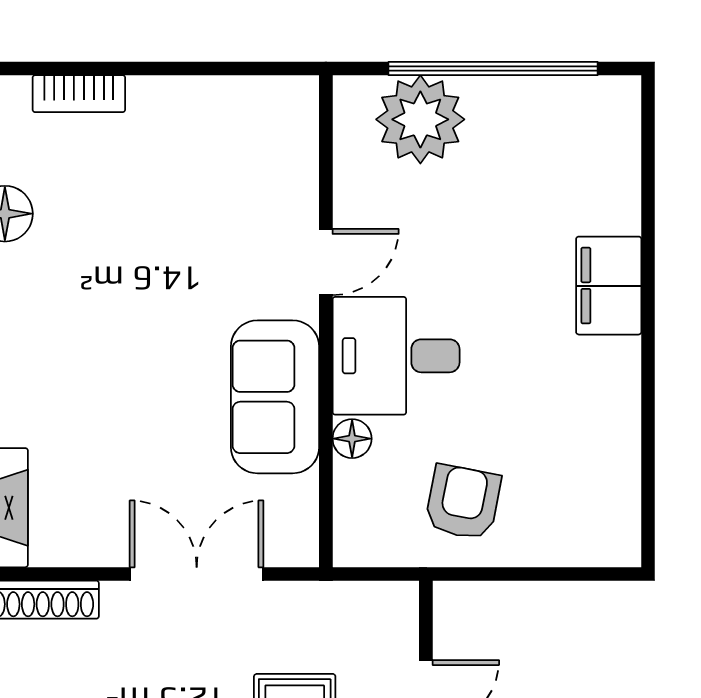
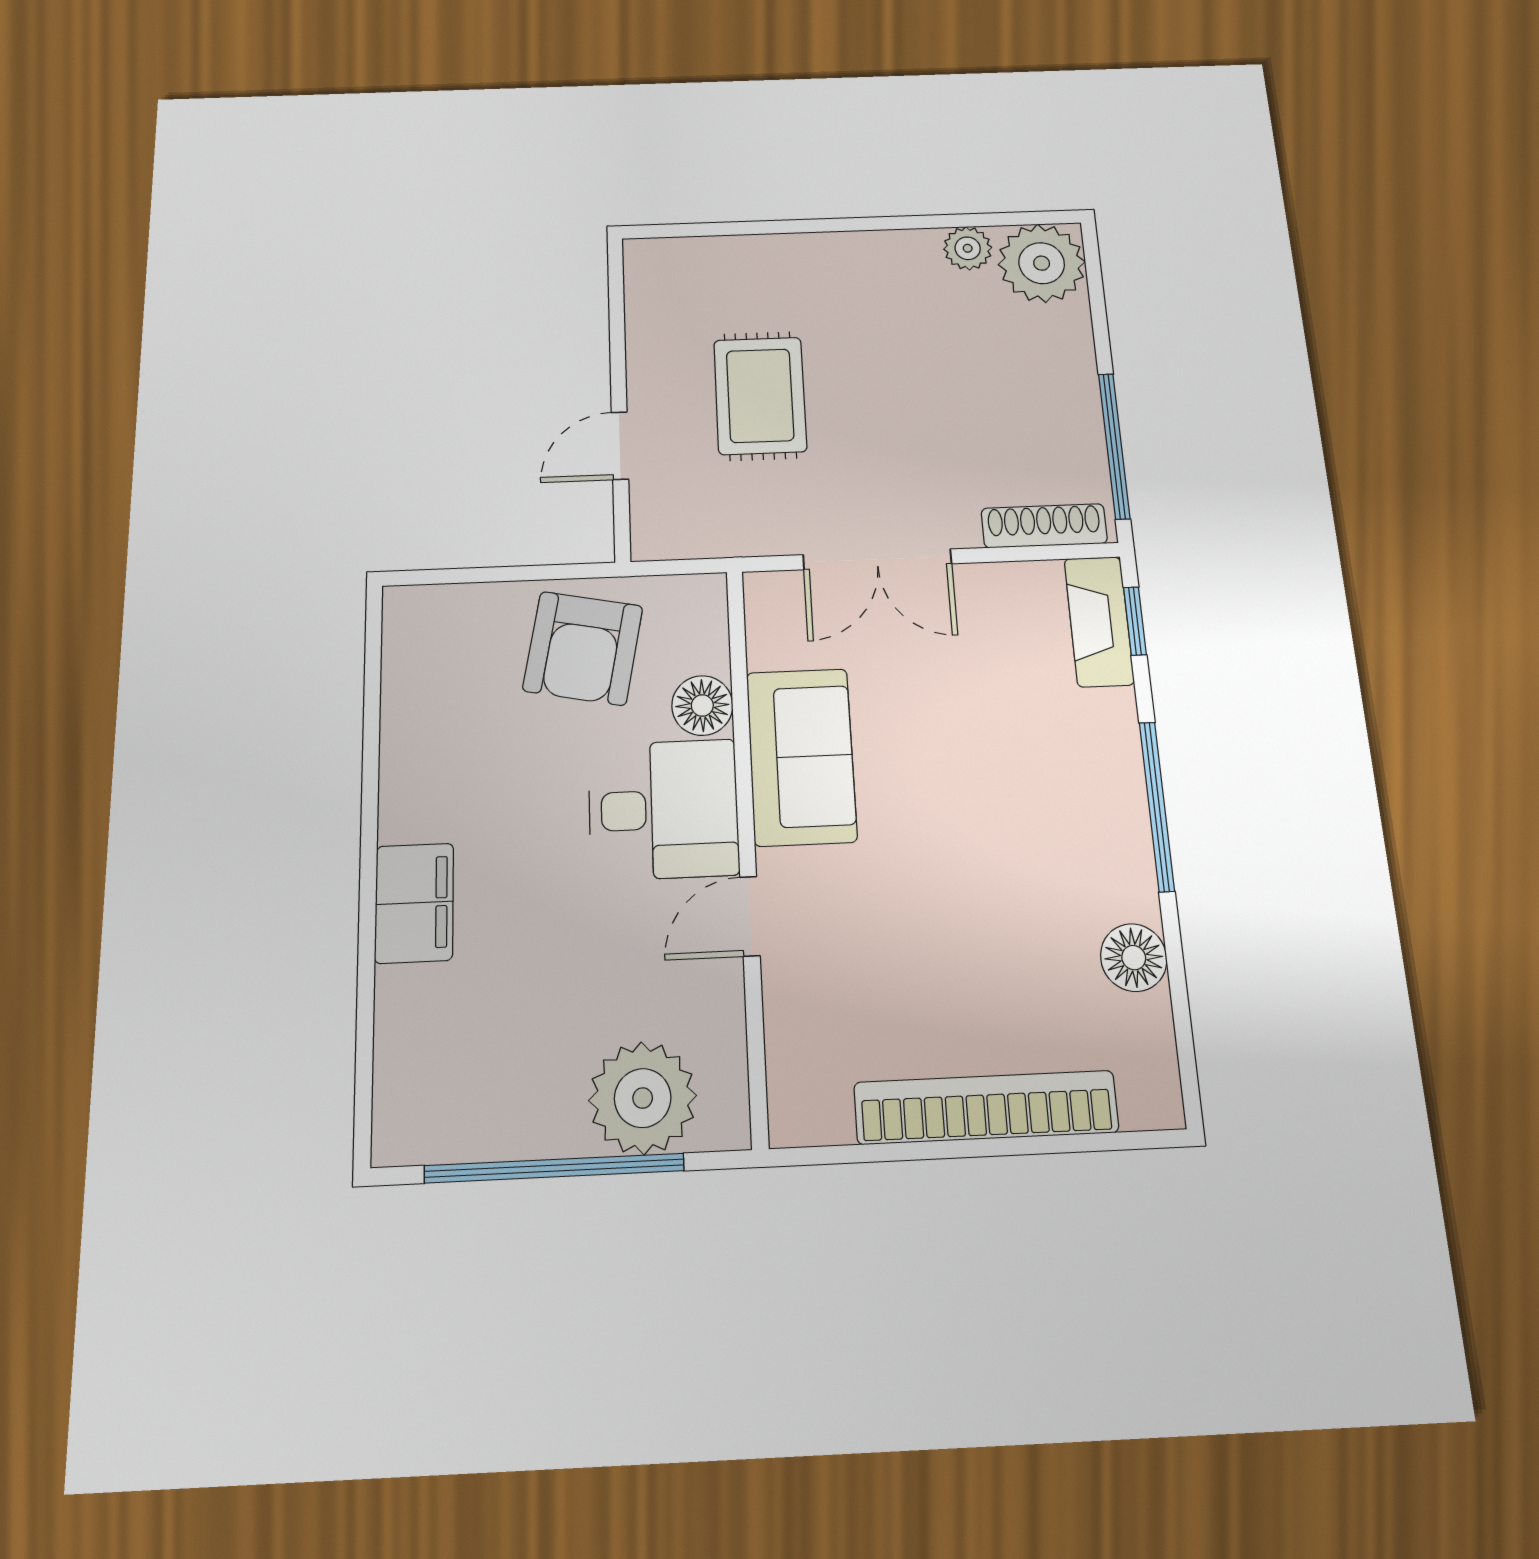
bookcase: (79, 94) -> (986, 1107), width x2.31, depth x1.31
floor lamp: (352, 439) -> (702, 705), width x1.37, depth x1.37
armchair: (463, 502) -> (583, 648), width x1.38, depth x1.38

